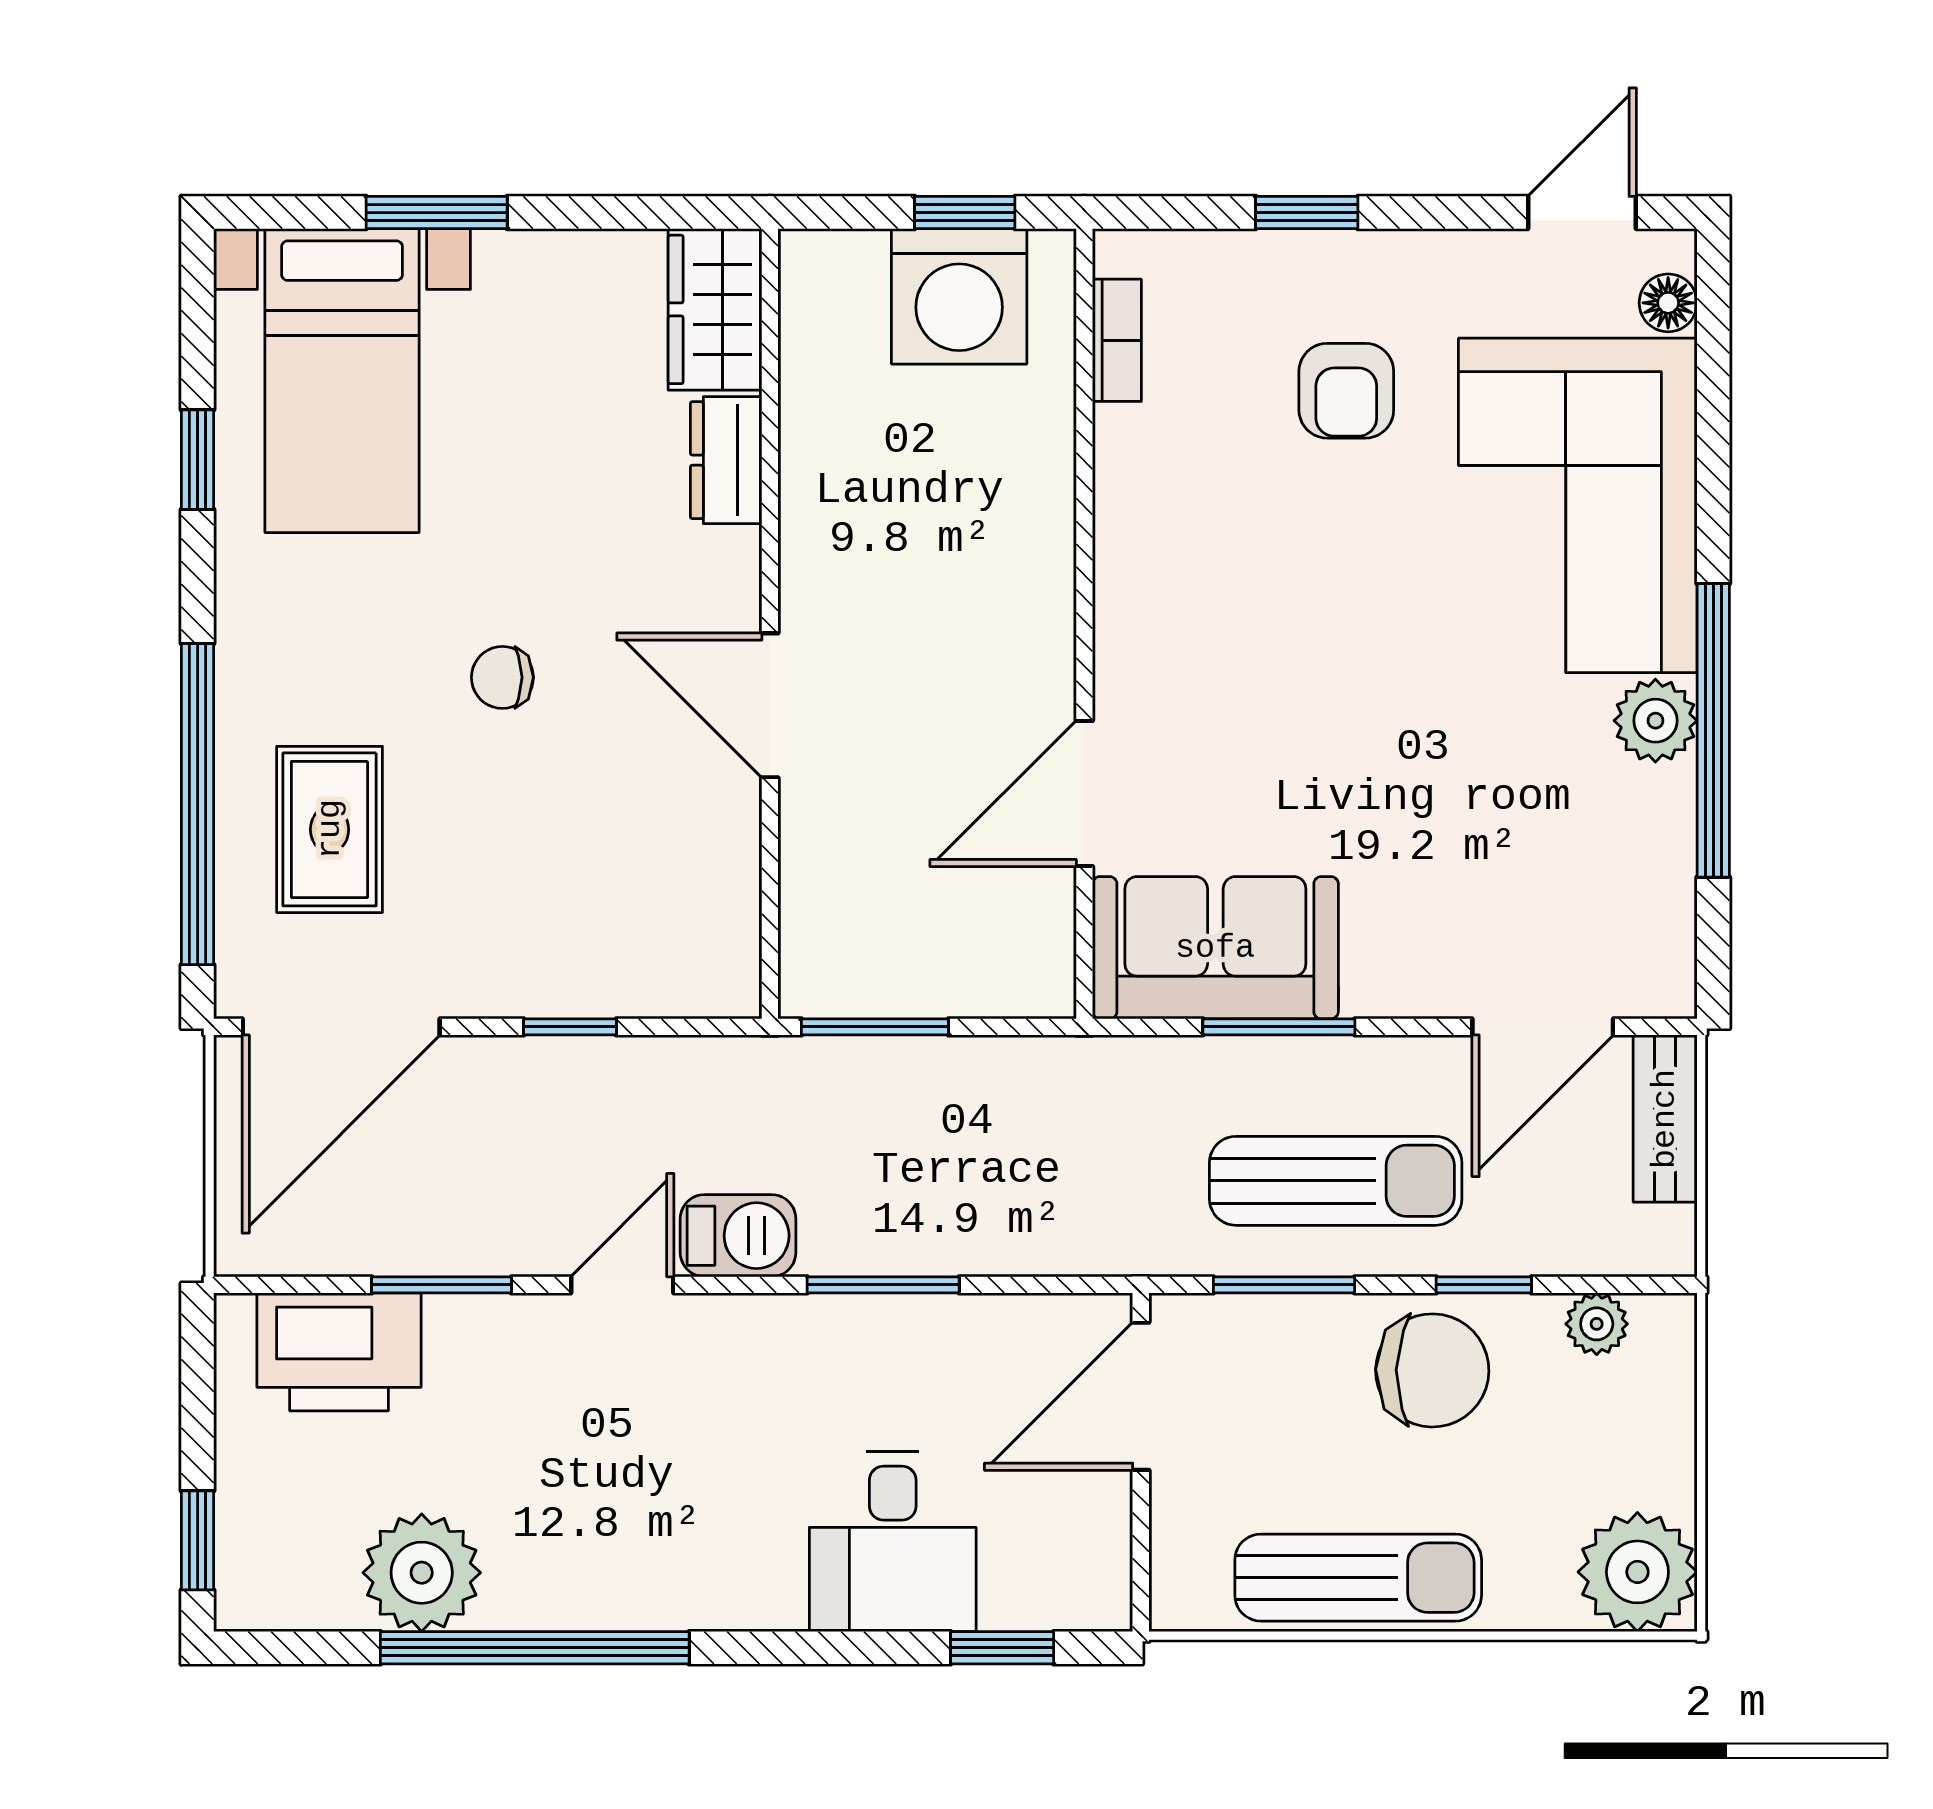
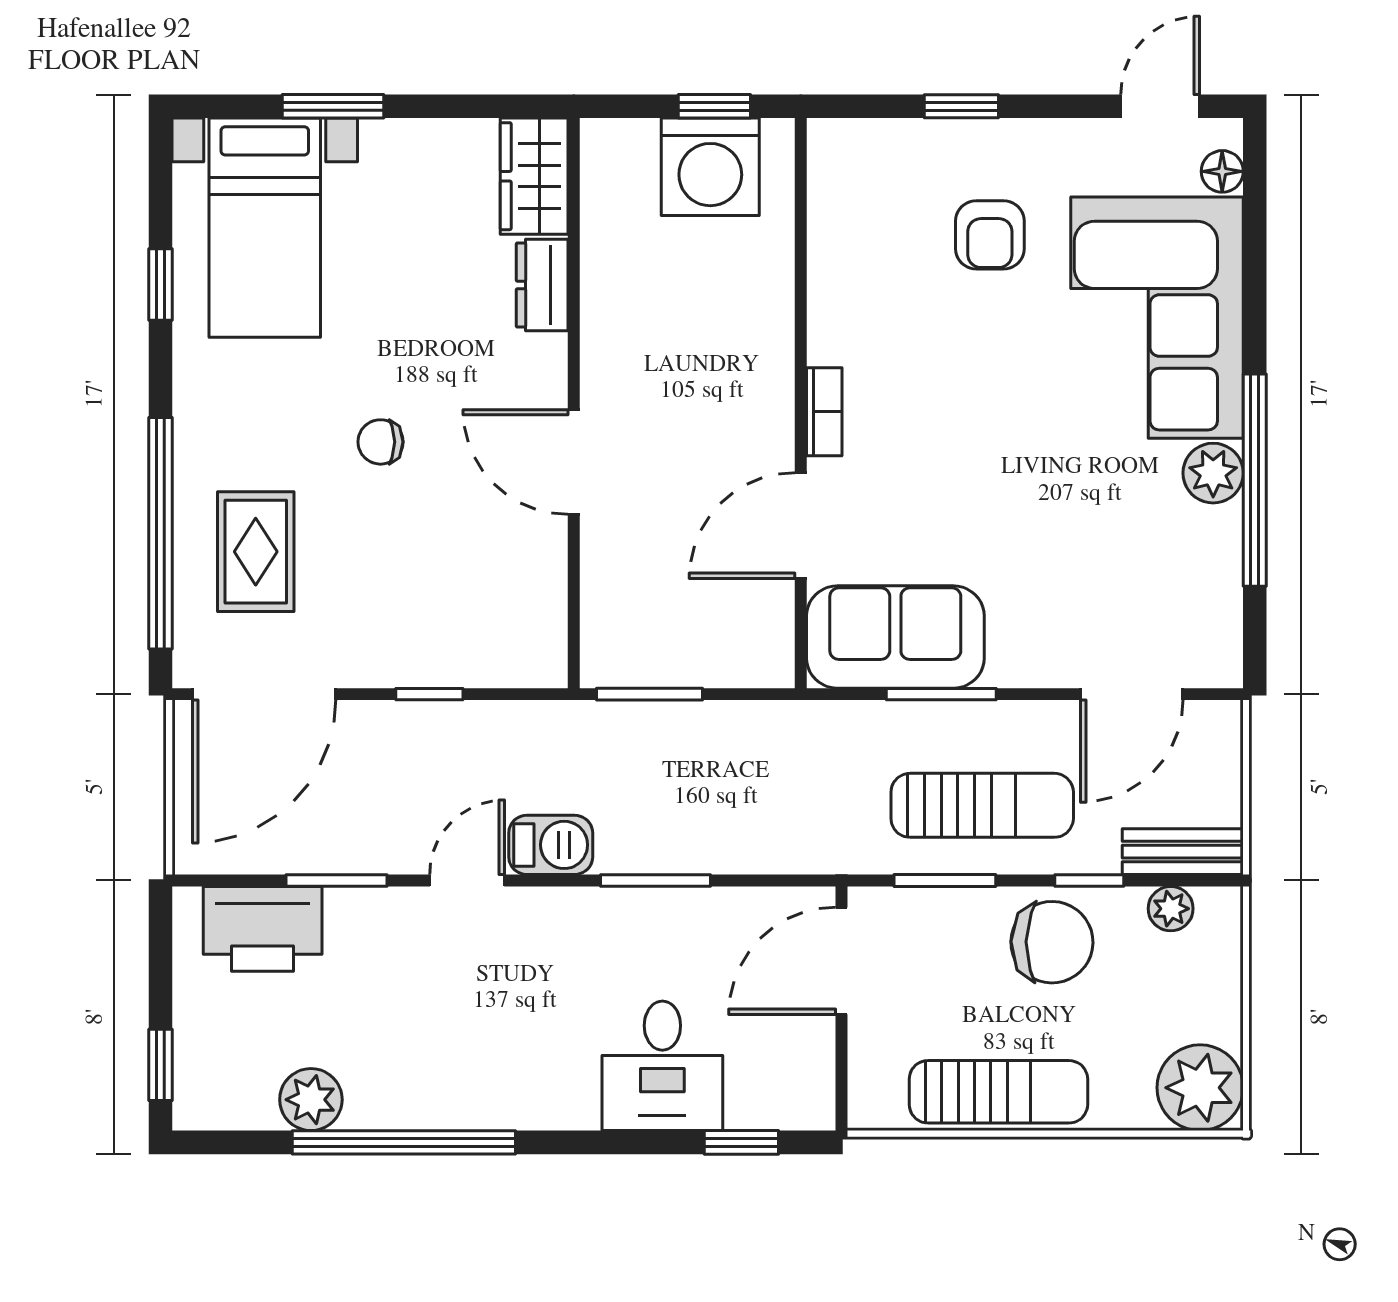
bookcase: (1117, 340) -> (824, 412), moved
bench: (1665, 1119) -> (1183, 852), moved, turned 90
plant: (422, 1573) -> (311, 1100), width x0.73, depth x0.73

